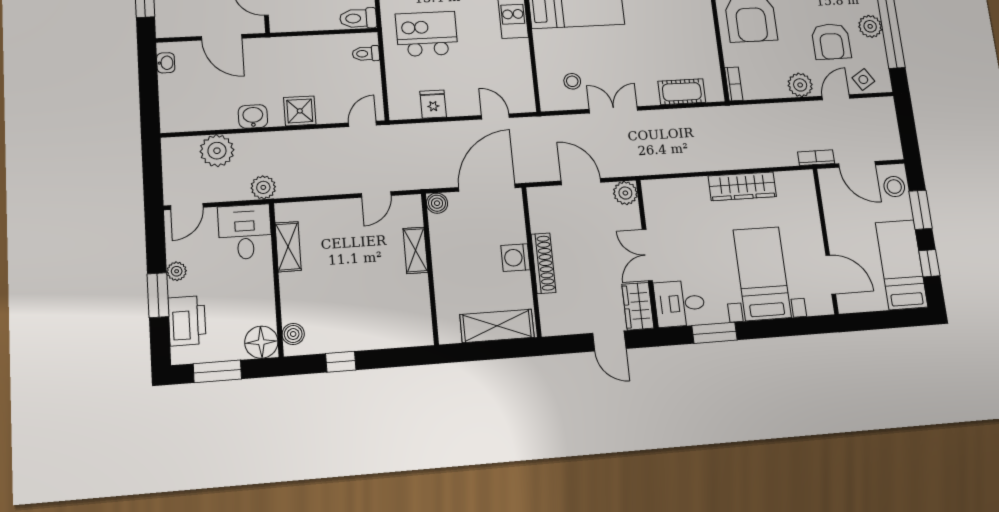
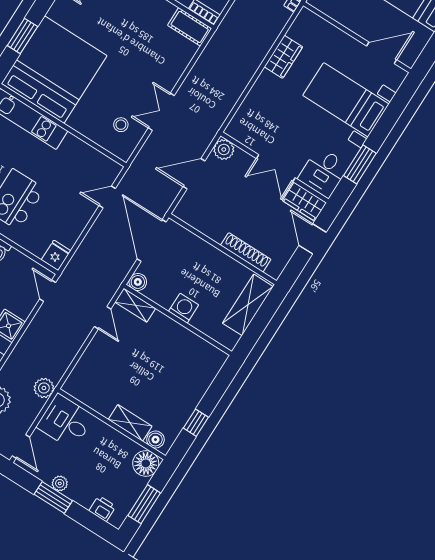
cot: (682, 92) -> (190, 27), moved, turned 90
fridge: (433, 104) -> (56, 255), moved, turned 90
wardrobe: (742, 186) -> (283, 57), width x0.67
shelving: (288, 247) -> (130, 423), moved
shelving: (415, 250) -> (135, 305), moved
washing machine: (515, 258) -> (184, 308), moved, turned 180
shoe rack: (543, 263) -> (246, 252), moved
window: (158, 295) -> (53, 497), moved
printer: (187, 321) -> (102, 509), width x0.53, depth x0.68
door: (609, 341) -> (313, 239), swing flipped

